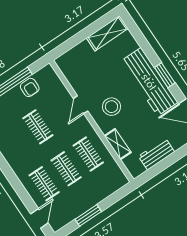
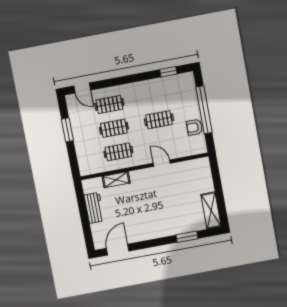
window: (165, 75) -> (187, 237), moved
workbench: (149, 82) -> (156, 228), removed
stool: (112, 107) -> (149, 188), removed

